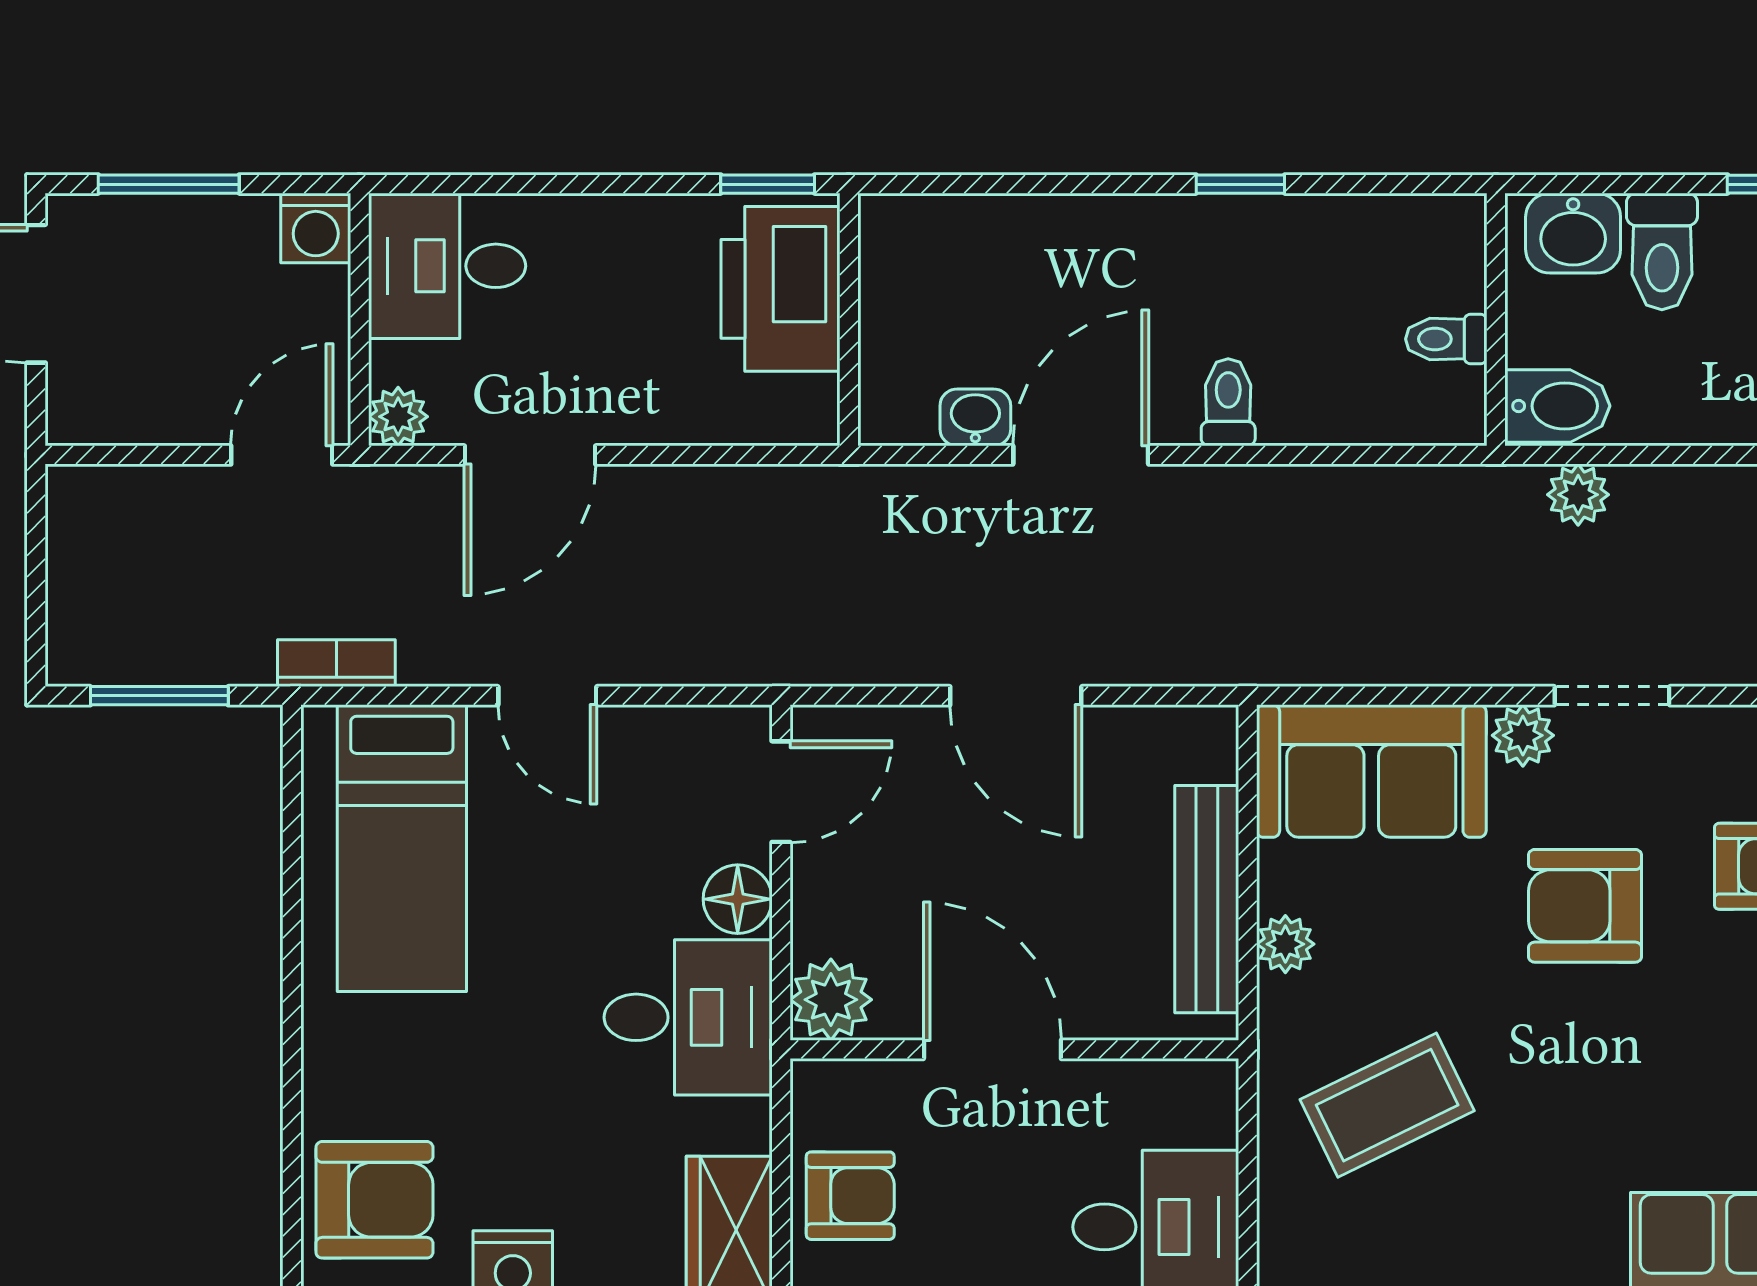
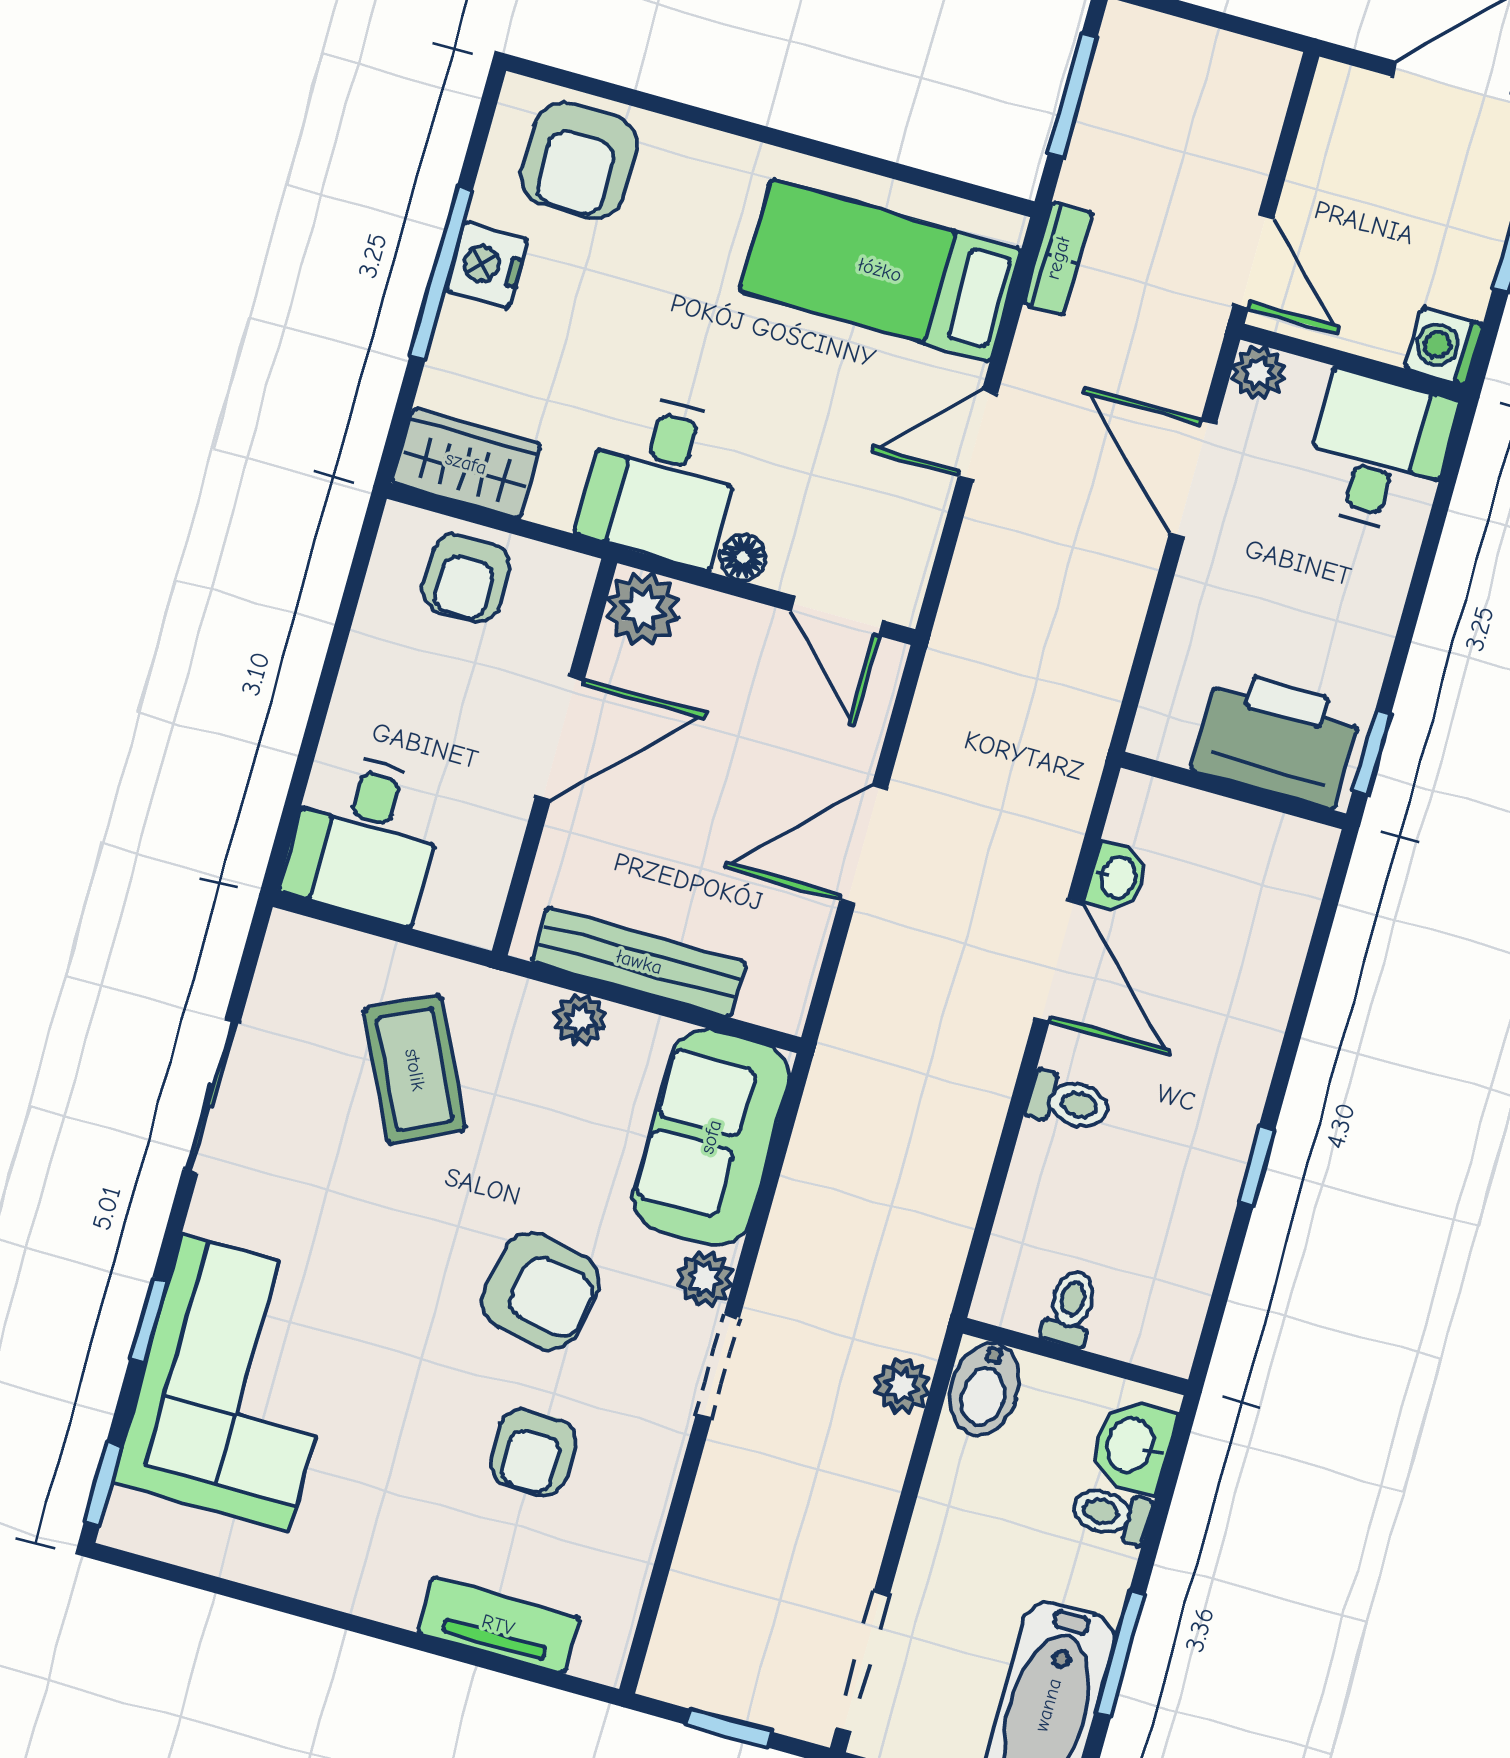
toilet: (1662, 251) -> (1111, 1514), width x0.73, depth x0.72
floor lamp: (738, 899) -> (743, 558), width x0.73, depth x0.73
armchair: (1585, 906) -> (541, 1291), turned 102

